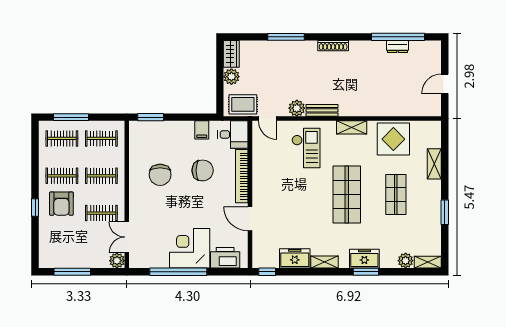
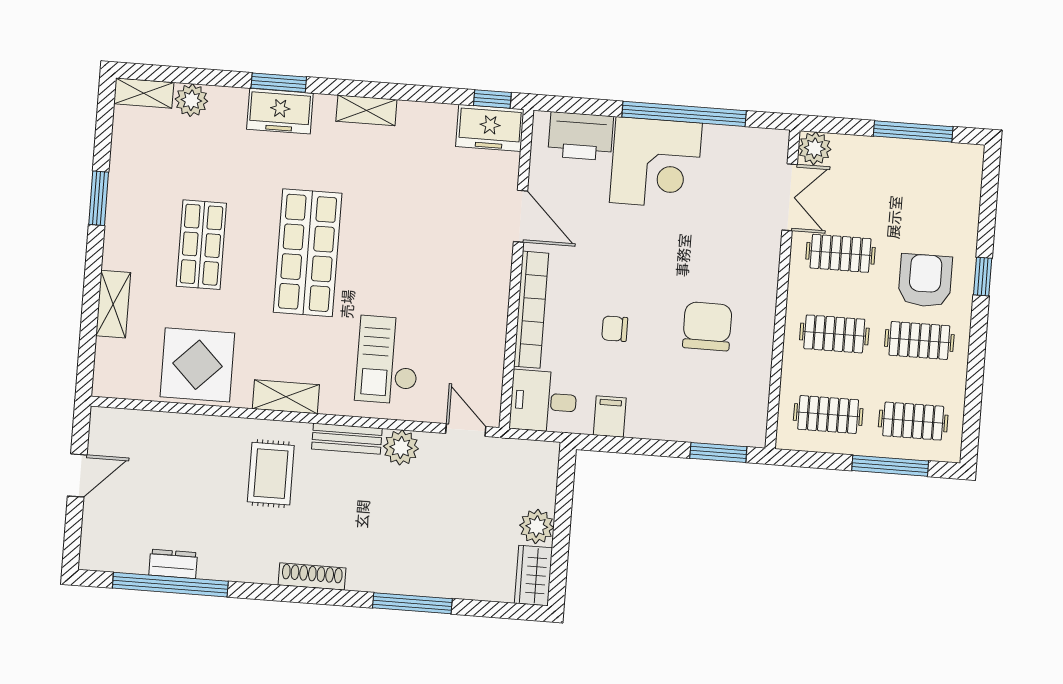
rug: (243, 104) -> (271, 474), moved, turned 90
chair: (203, 170) -> (615, 329), width x0.54, depth x0.54
freezer: (295, 258) -> (490, 128), moved

